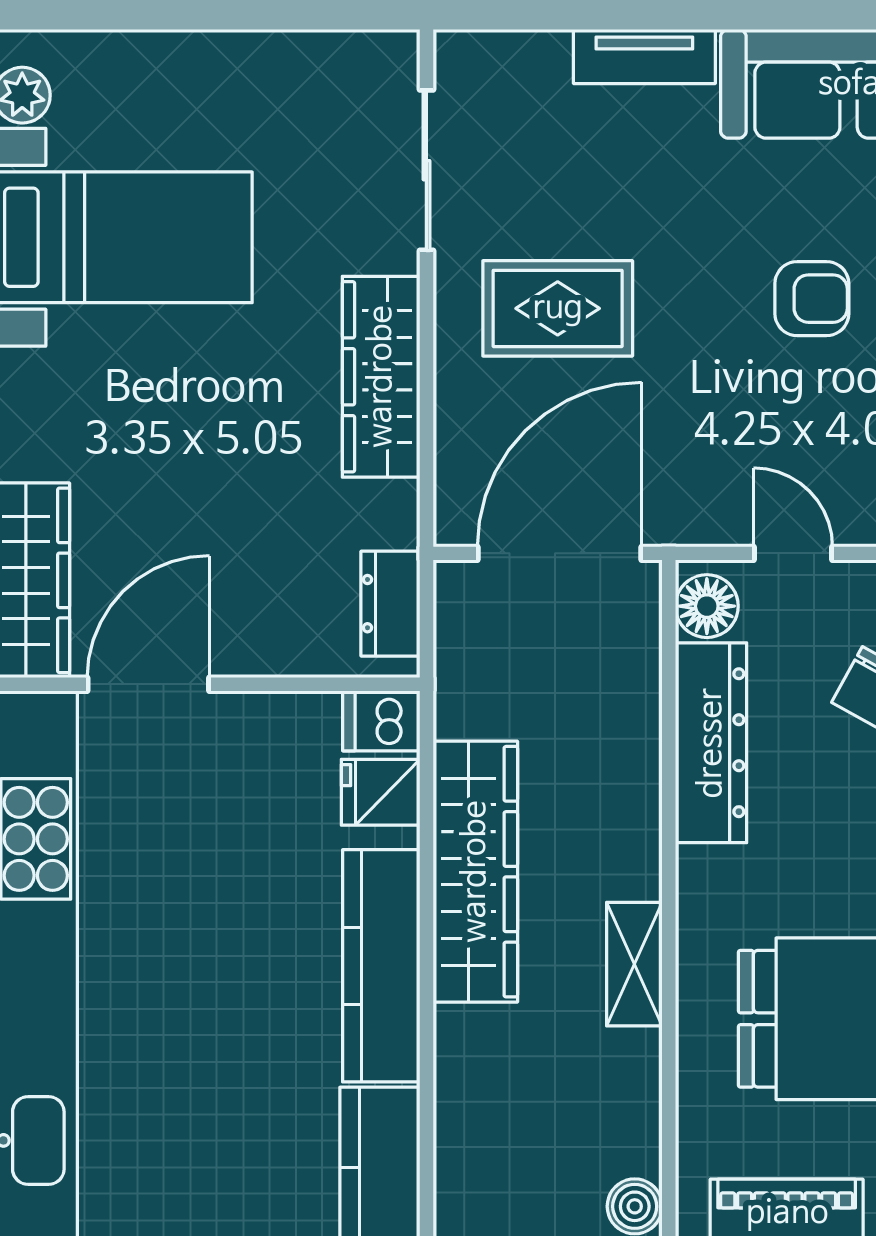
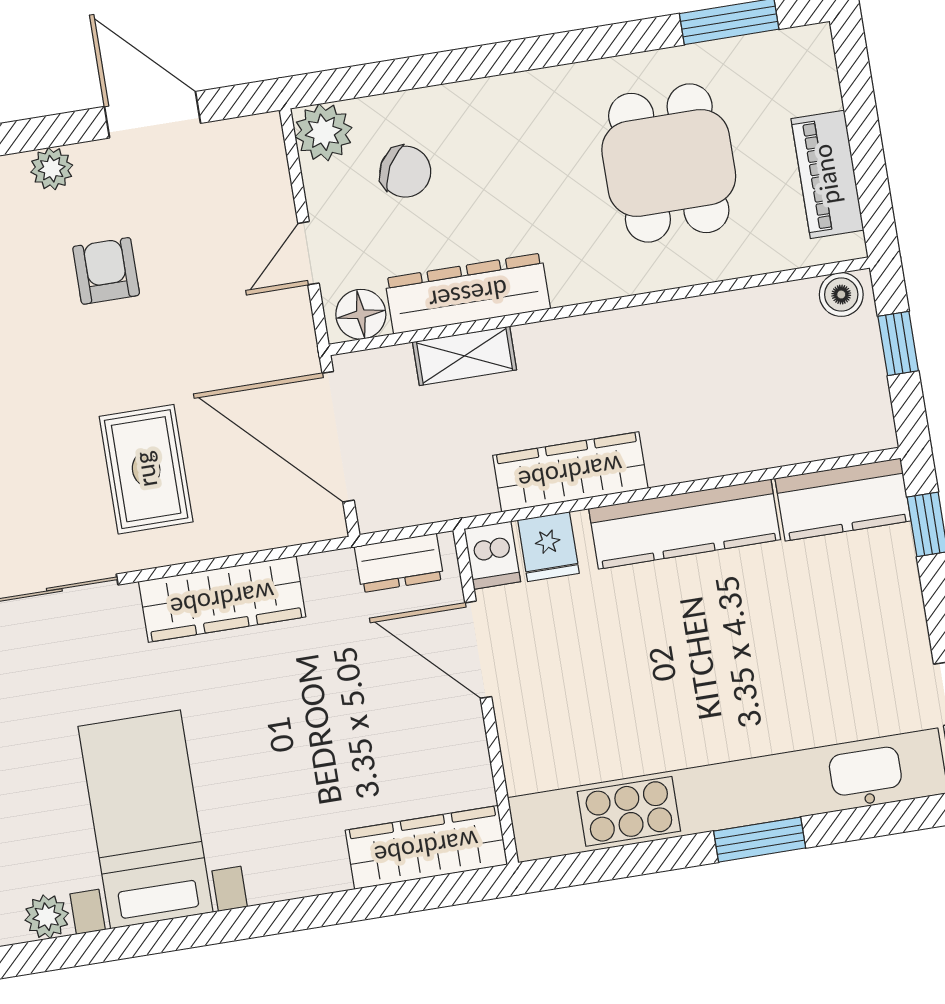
door: (148, 684) -> (478, 650), moved
wardrobe: (475, 872) -> (570, 472), width x0.71, depth x0.85
shelving: (634, 964) -> (464, 356), moved

